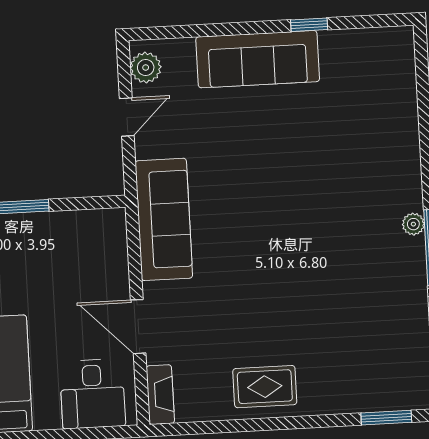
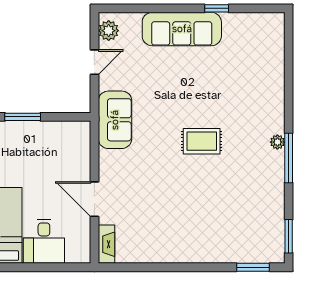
sofa: (164, 219) -> (115, 120), width x0.73
rug: (265, 387) -> (202, 141), moved
desk: (93, 394) -> (44, 241), moved

